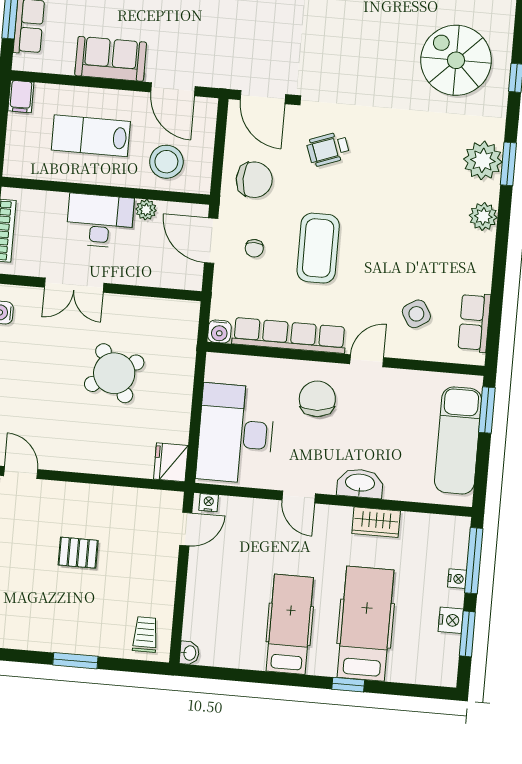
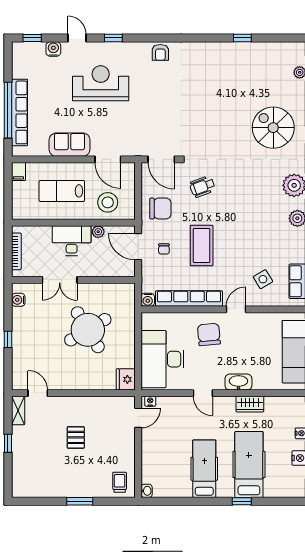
round table: (114, 373) -> (88, 330), width x1.36, depth x1.36
pallet: (78, 553) -> (76, 437), turned 90

